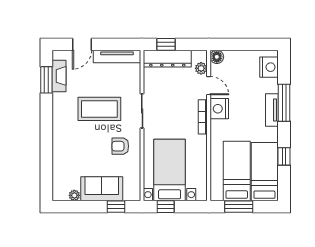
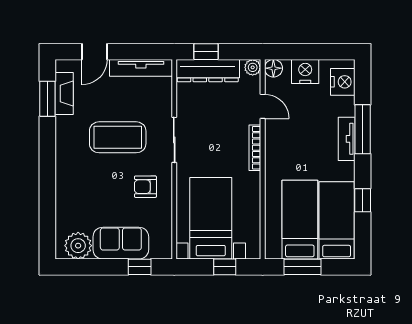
plant: (201, 68) -> (253, 67), moved
nightstand: (219, 109) -> (305, 71), moved, turned 90
plant: (74, 195) -> (78, 246), width x1.87, depth x1.87
window: (166, 207) -> (225, 267), moved

